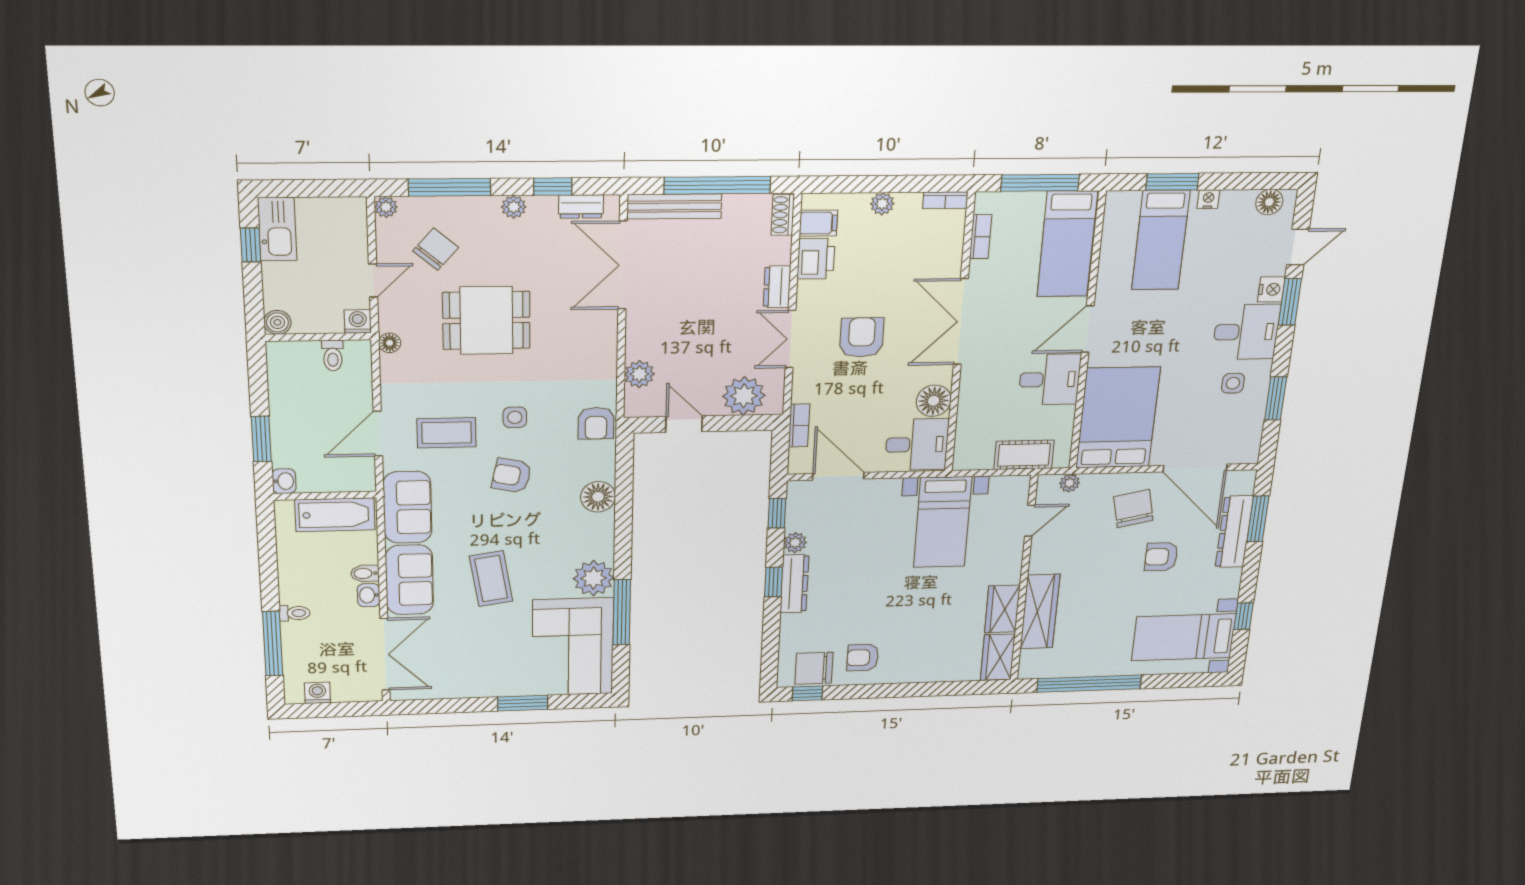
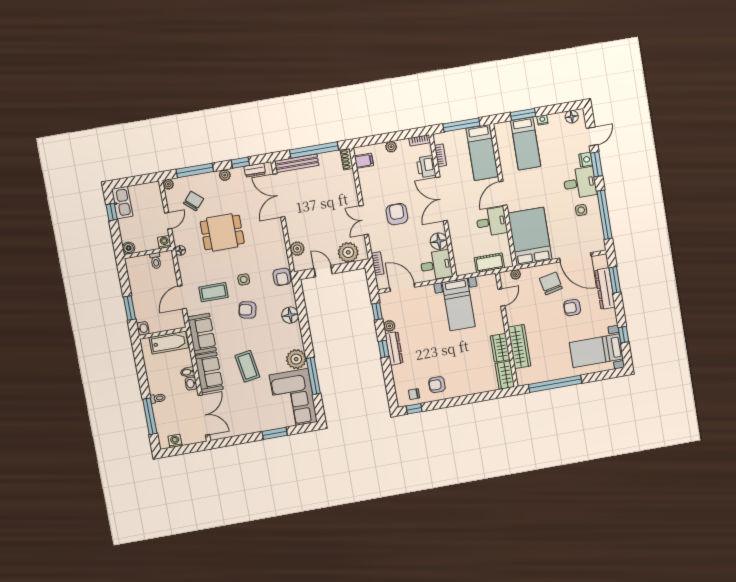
printer: (816, 259) -> (426, 167), moved, turned 180
dresser: (777, 287) -> (352, 195), removed
window: (1276, 398) -> (604, 215), width x2.11
chair: (814, 668) -> (414, 394), width x0.54, depth x0.54

